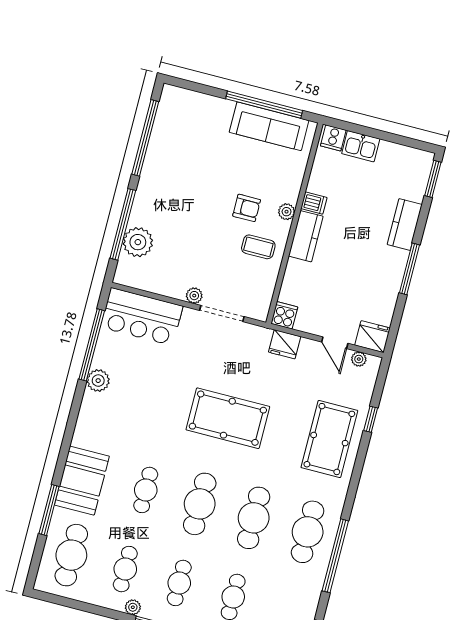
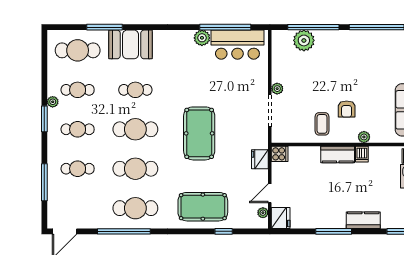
plant: (287, 212) -> (364, 137), moved
bar counter: (142, 317) -> (237, 45), moved, turned -90

